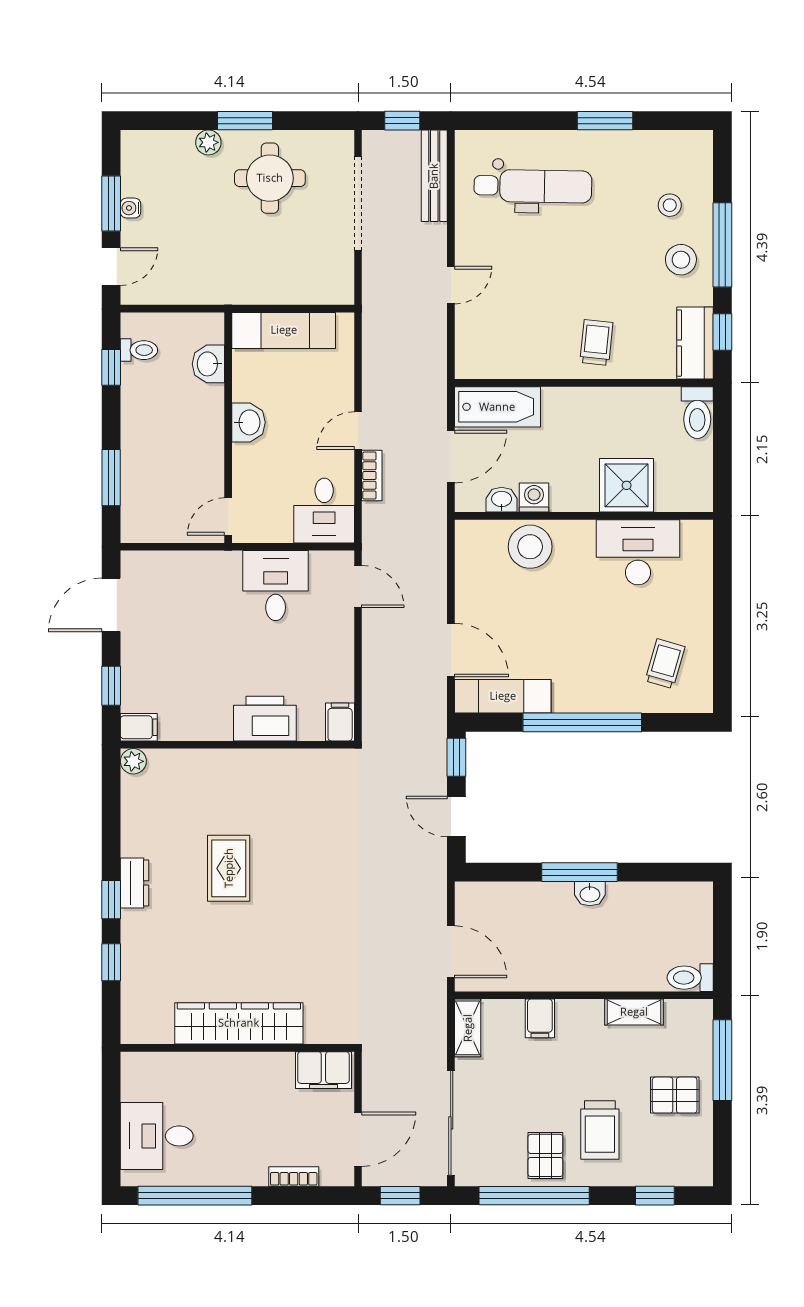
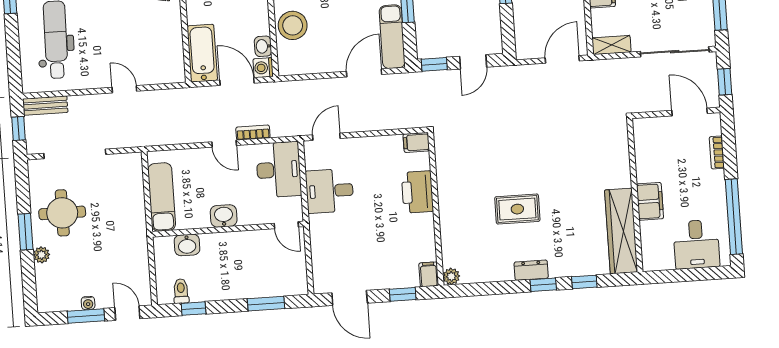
bench: (434, 176) -> (45, 106), width x0.73
washing machine: (534, 498) -> (263, 68), moved
desk: (324, 511) -> (279, 170), width x1.37
wardrobe: (239, 1023) -> (621, 231), moved
filing cabinet: (323, 1070) -> (650, 201), moved

